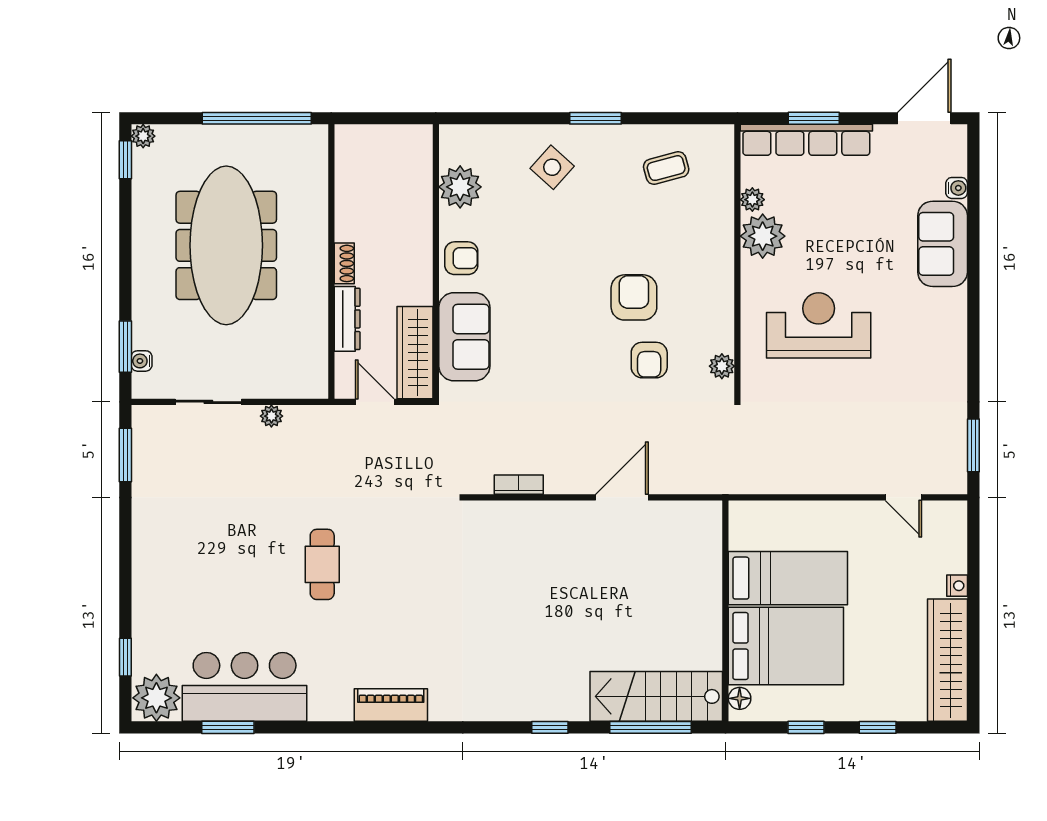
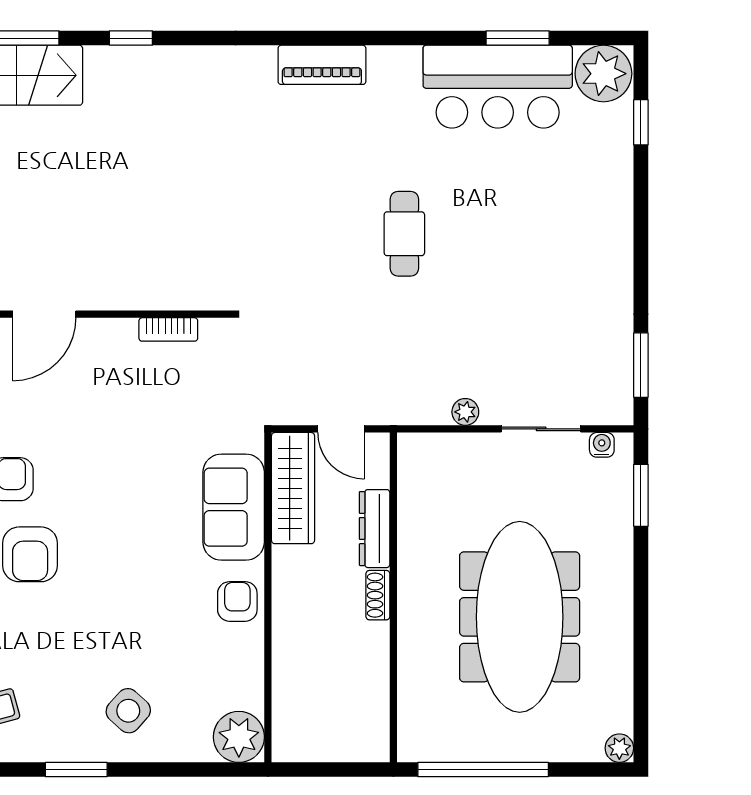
window: (125, 160) -> (641, 720), removed
plant: (460, 187) -> (239, 737), moved
armchair: (461, 258) -> (237, 601), turned 90
water cooler: (142, 361) -> (602, 445), moved, turned -90

